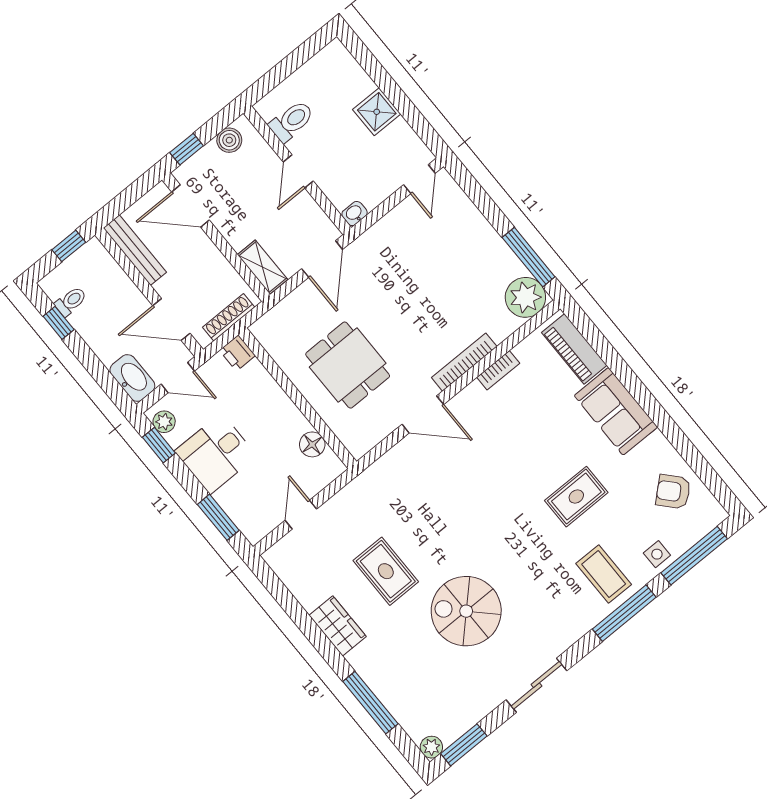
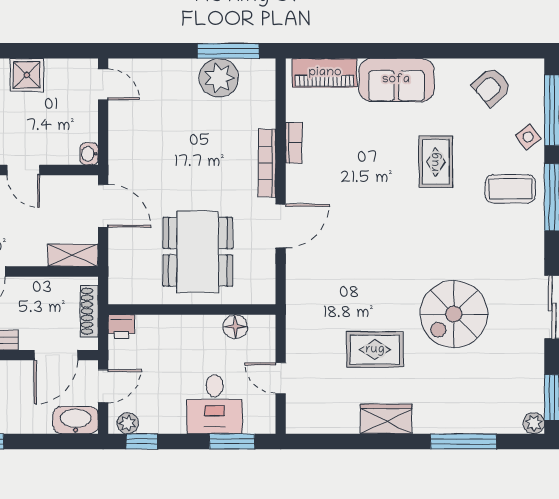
plant: (525, 297) -> (219, 78), moved
dining table: (348, 365) -> (198, 252), width x1.38
desk: (216, 454) -> (215, 404), moved
side table: (657, 554) -> (528, 137), turned -37

